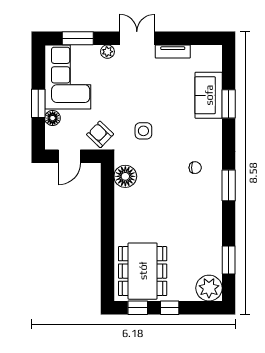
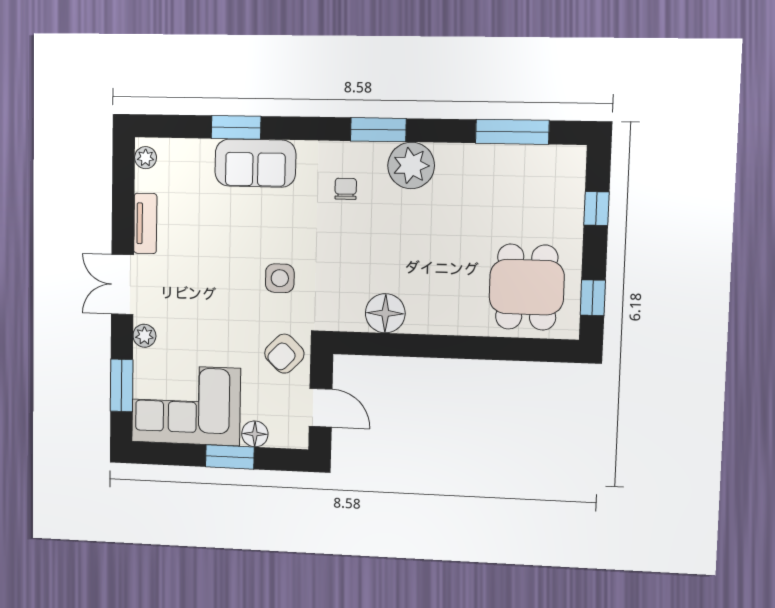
plant: (211, 51) -> (146, 158), added
sofa: (209, 95) -> (255, 163), moved
floor lamp: (125, 176) -> (385, 313), moved
window: (229, 260) -> (512, 132), width x1.44
dining table: (143, 271) -> (527, 287), width x0.73
plant: (209, 288) -> (411, 166), moved
window: (170, 308) -> (596, 209), moved

